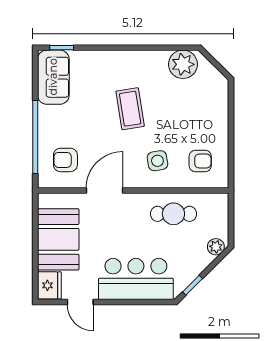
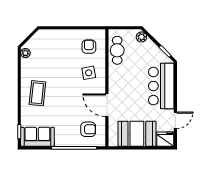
plant: (183, 64) -> (25, 53), width x0.53, depth x0.53
coffee table: (130, 109) -> (37, 93), moved, turned -75
armchair: (65, 160) -> (88, 129), turned -90
cafe table: (173, 214) -> (117, 50), moved

